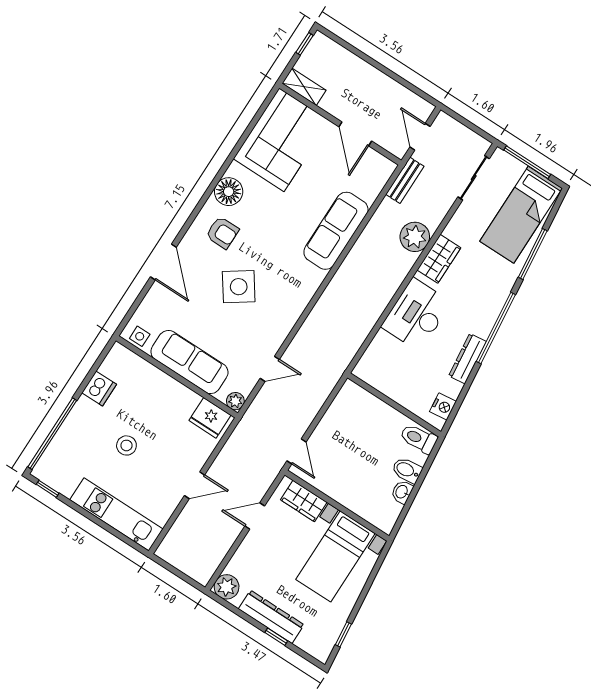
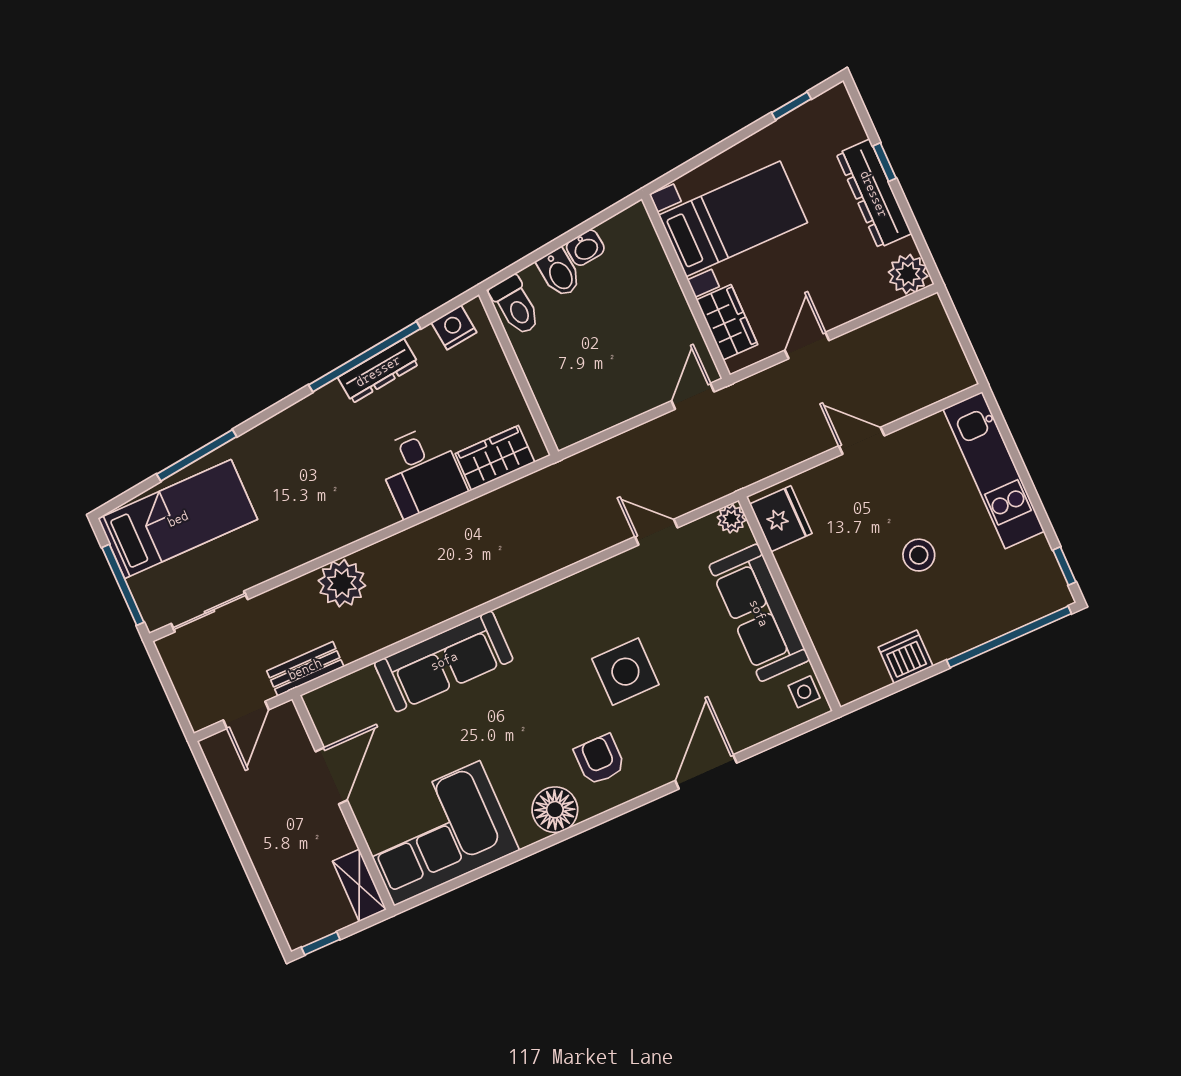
wardrobe: (439, 259) -> (495, 458), moved
side table: (239, 287) -> (625, 672), turned 35
desk: (416, 315) -> (421, 471), width x0.73
window: (496, 328) -> (365, 357), moved
door: (255, 516) -> (807, 345), swing flipped

